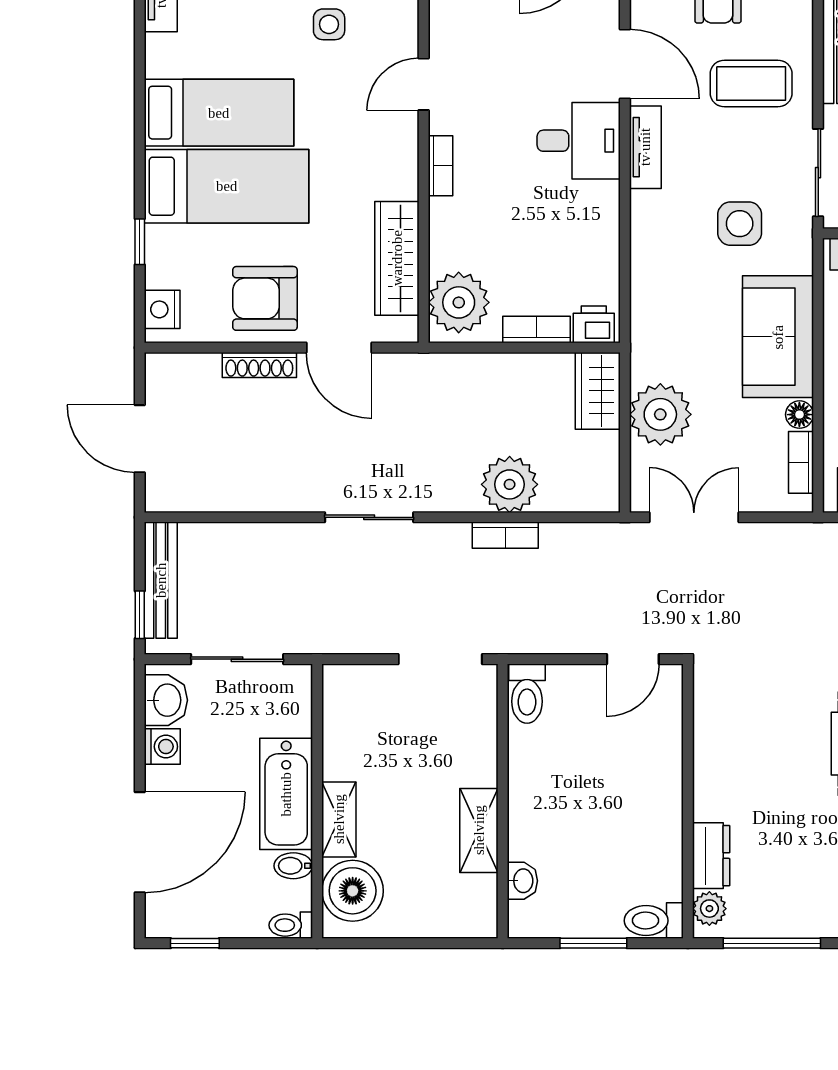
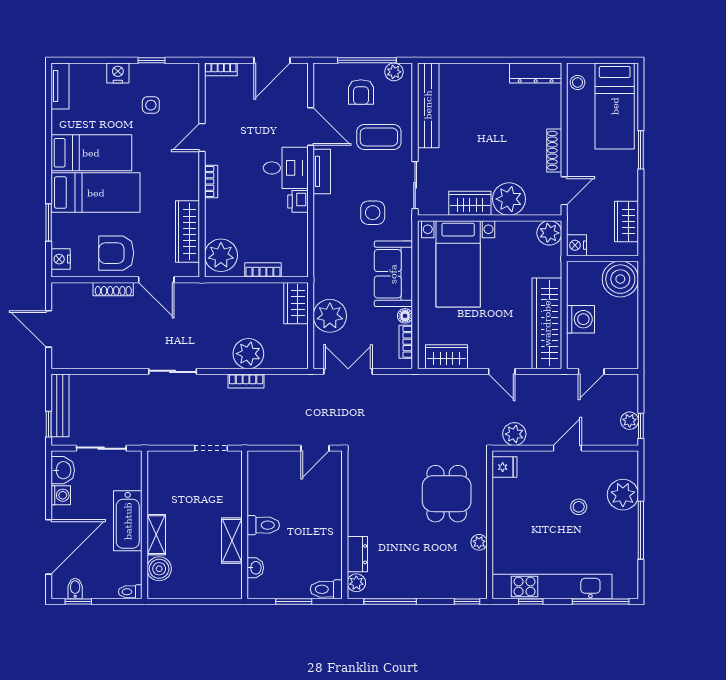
window: (140, 242) -> (49, 223), width x1.50
printer: (594, 324) -> (298, 201), moved, turned -90
doorway: (440, 659) -> (211, 448), width x0.73
toilet: (527, 694) -> (263, 525), moved, turned -90
bidet: (293, 866) -> (75, 589), moved, turned 90
boiler: (353, 891) -> (159, 569), width x0.73, depth x0.73

